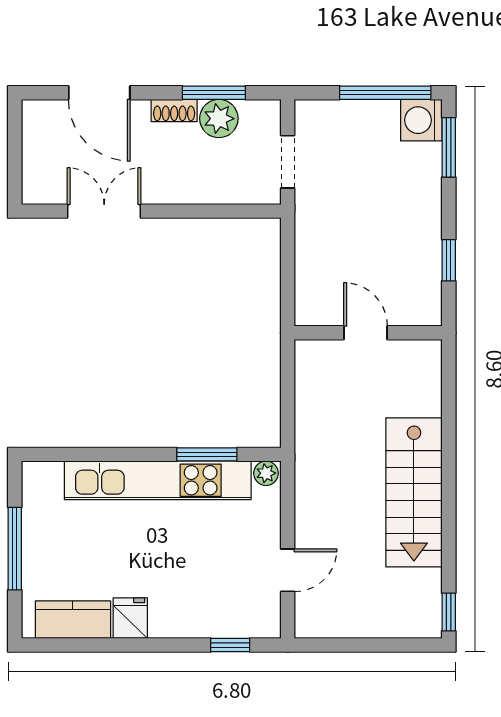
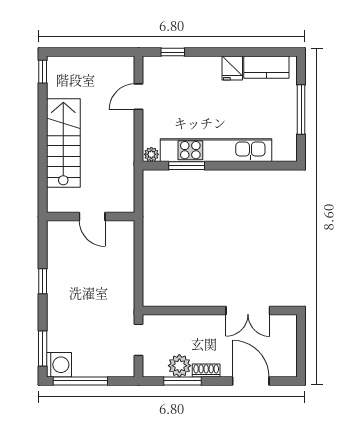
door: (366, 333) -> (92, 217), moved
wall: (368, 333) -> (91, 217), moved

